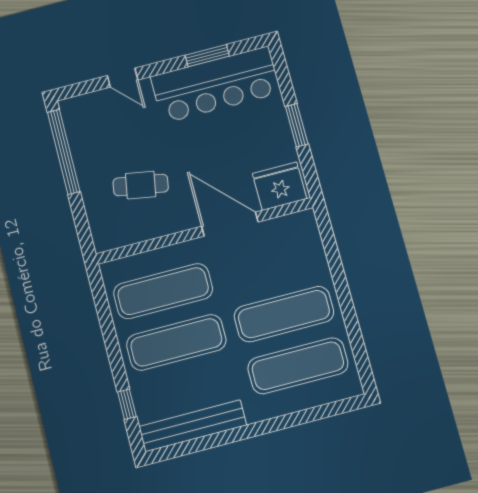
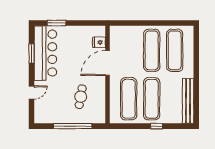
window: (297, 125) -> (56, 23), moved
window: (64, 152) -> (73, 126), moved
fridge: (280, 186) -> (99, 42), width x0.53, depth x0.75
window: (127, 404) -> (157, 126), moved

